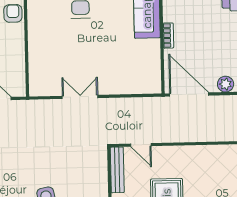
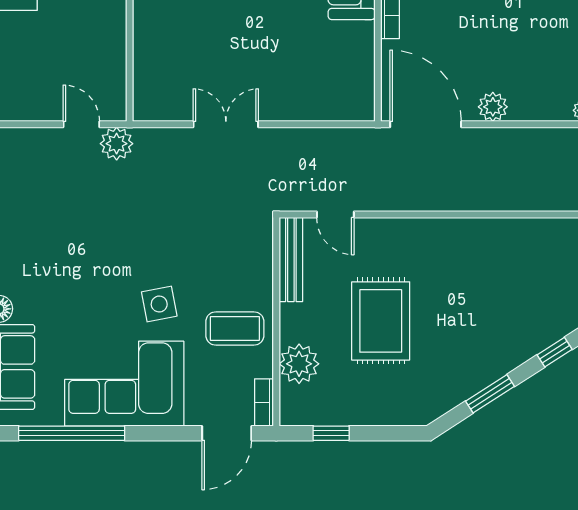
plant: (21, 109) -> (117, 144), added

